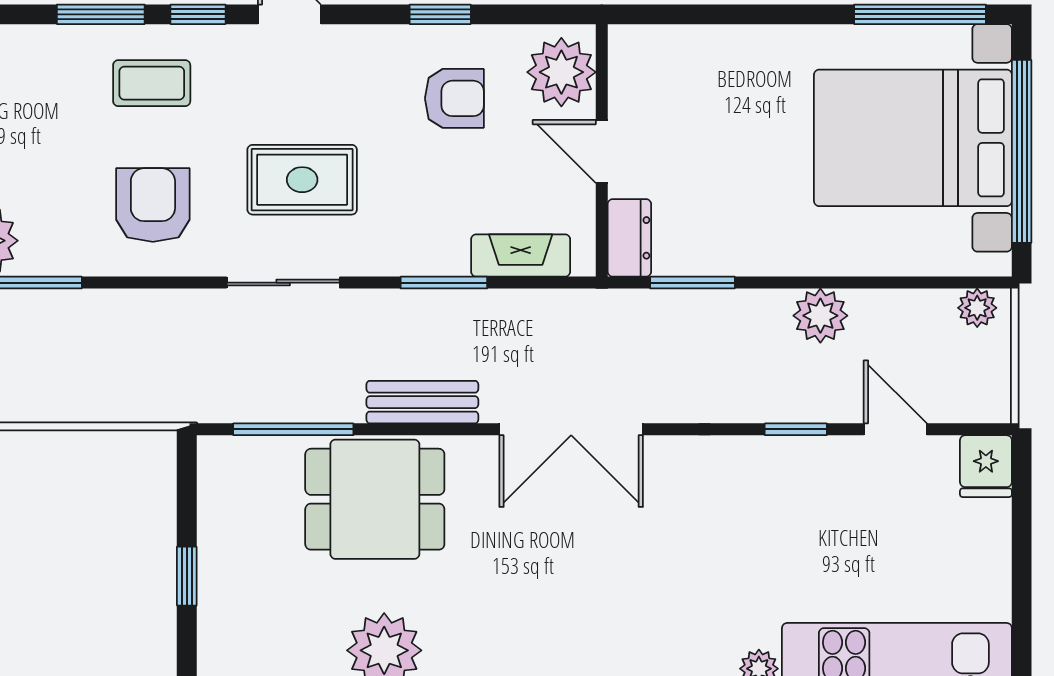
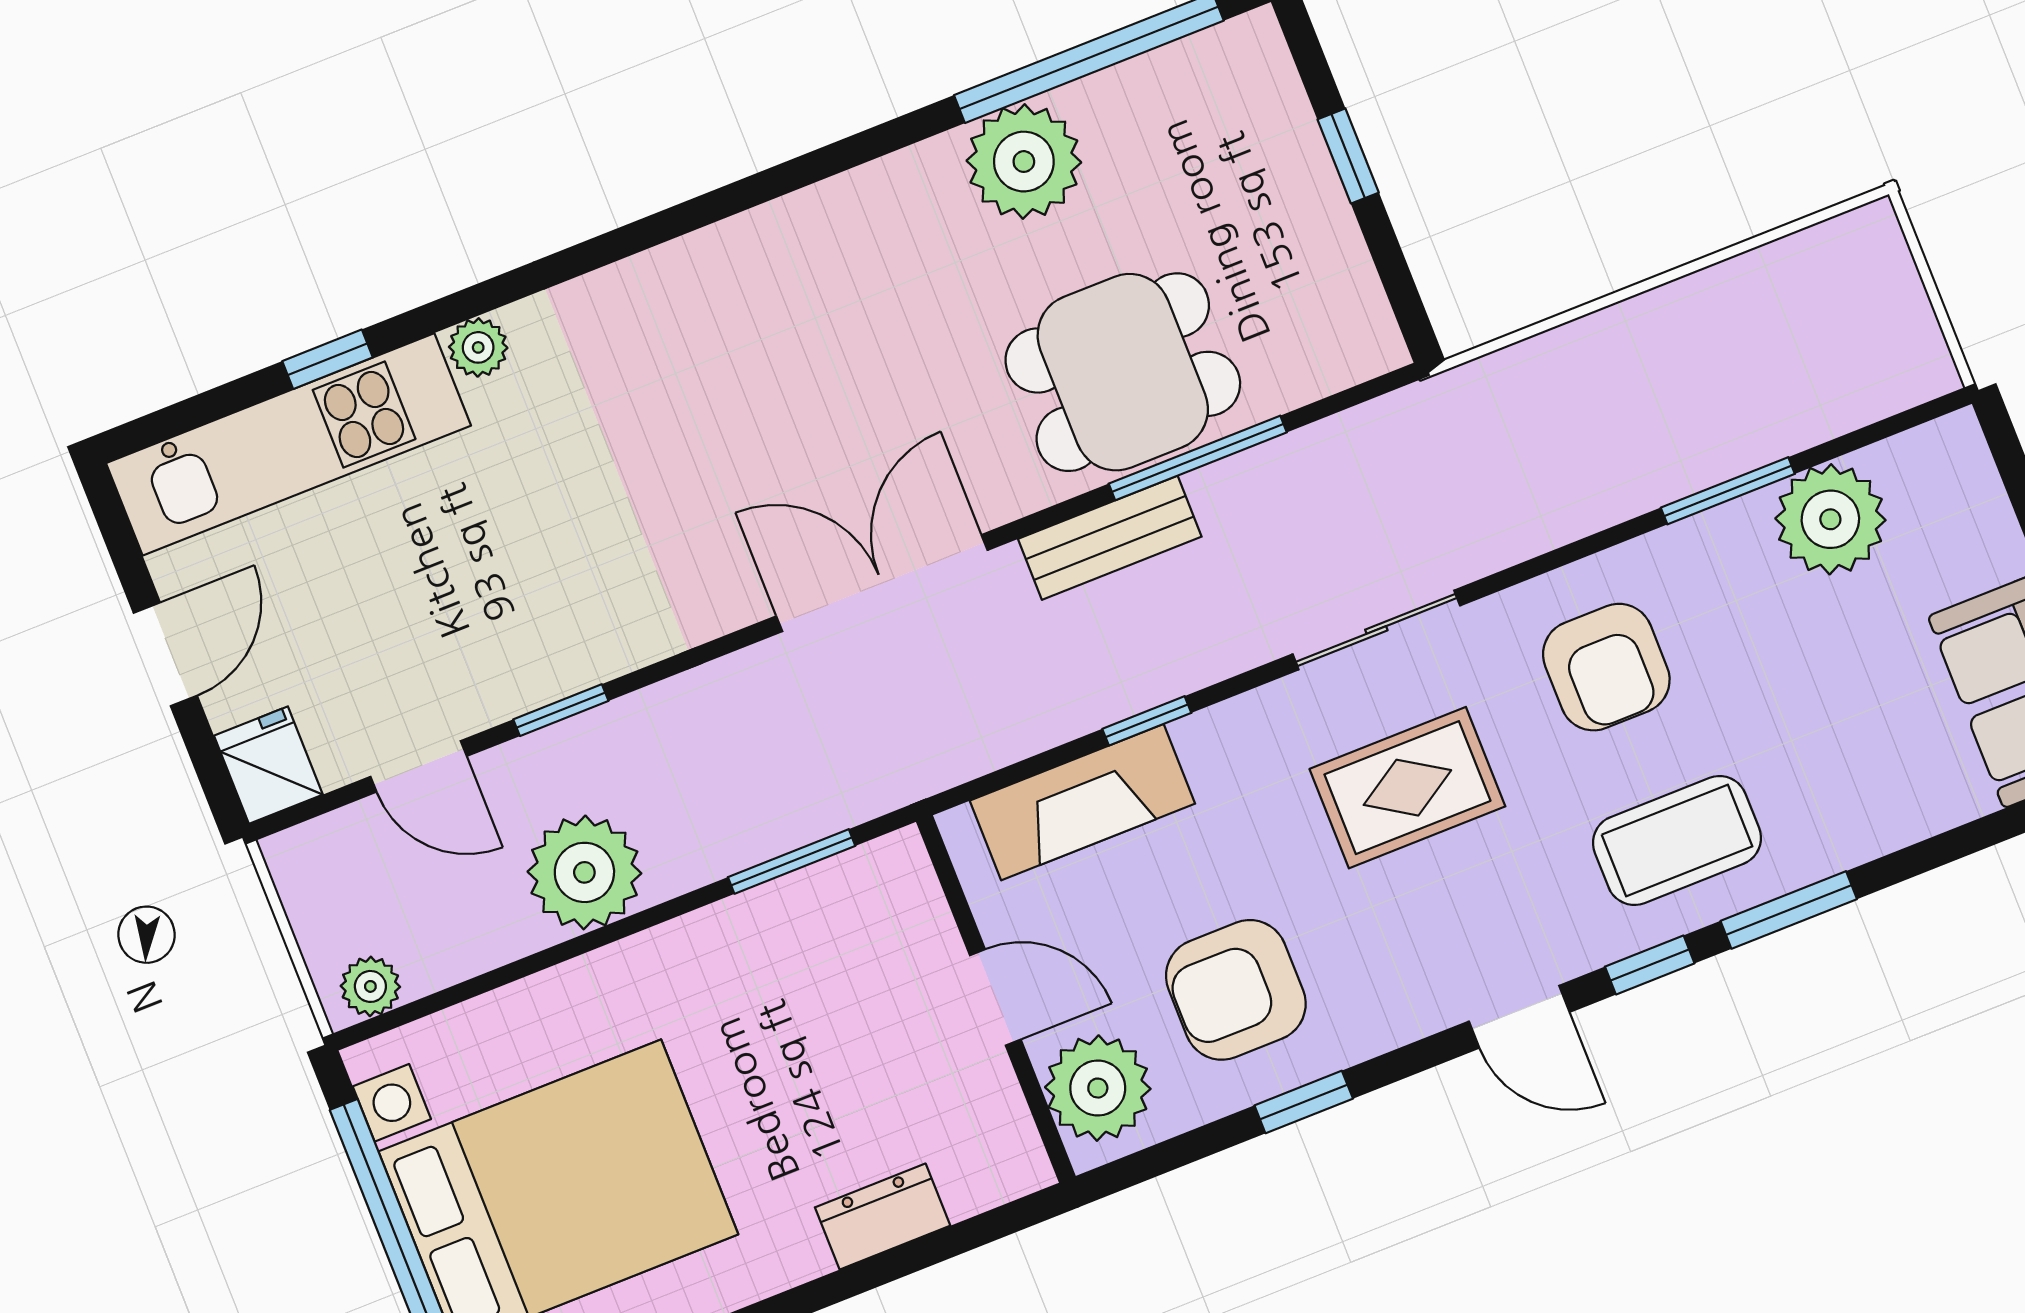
coffee table: (152, 83) -> (1677, 840), width x1.36, depth x1.30
armchair: (454, 98) -> (1236, 990), width x1.38, depth x1.38
dresser: (629, 238) -> (883, 1217), moved, turned 90
fireplace: (521, 255) -> (1082, 802), width x1.37, depth x1.32
window: (444, 283) -> (1147, 721), width x0.67
plant: (820, 316) -> (584, 872), width x1.36, depth x1.36
window: (293, 429) -> (1198, 458), moved
door: (1022, 558) -> (165, 654), added

